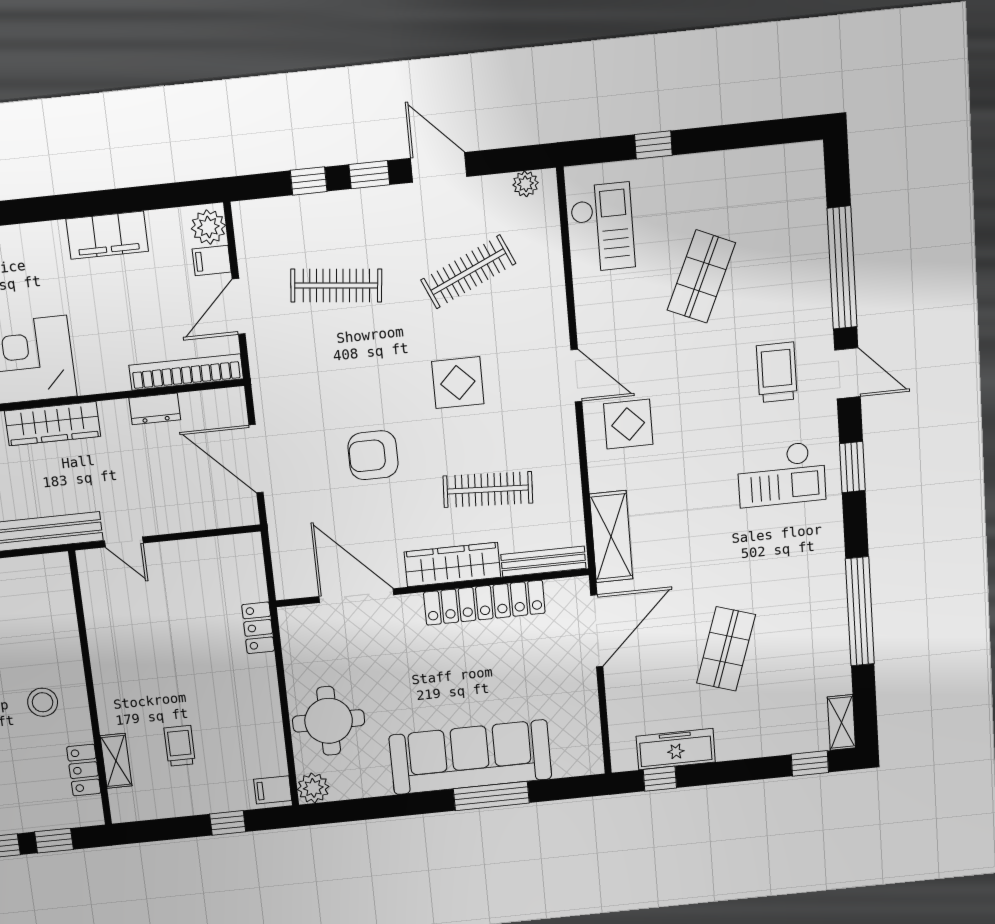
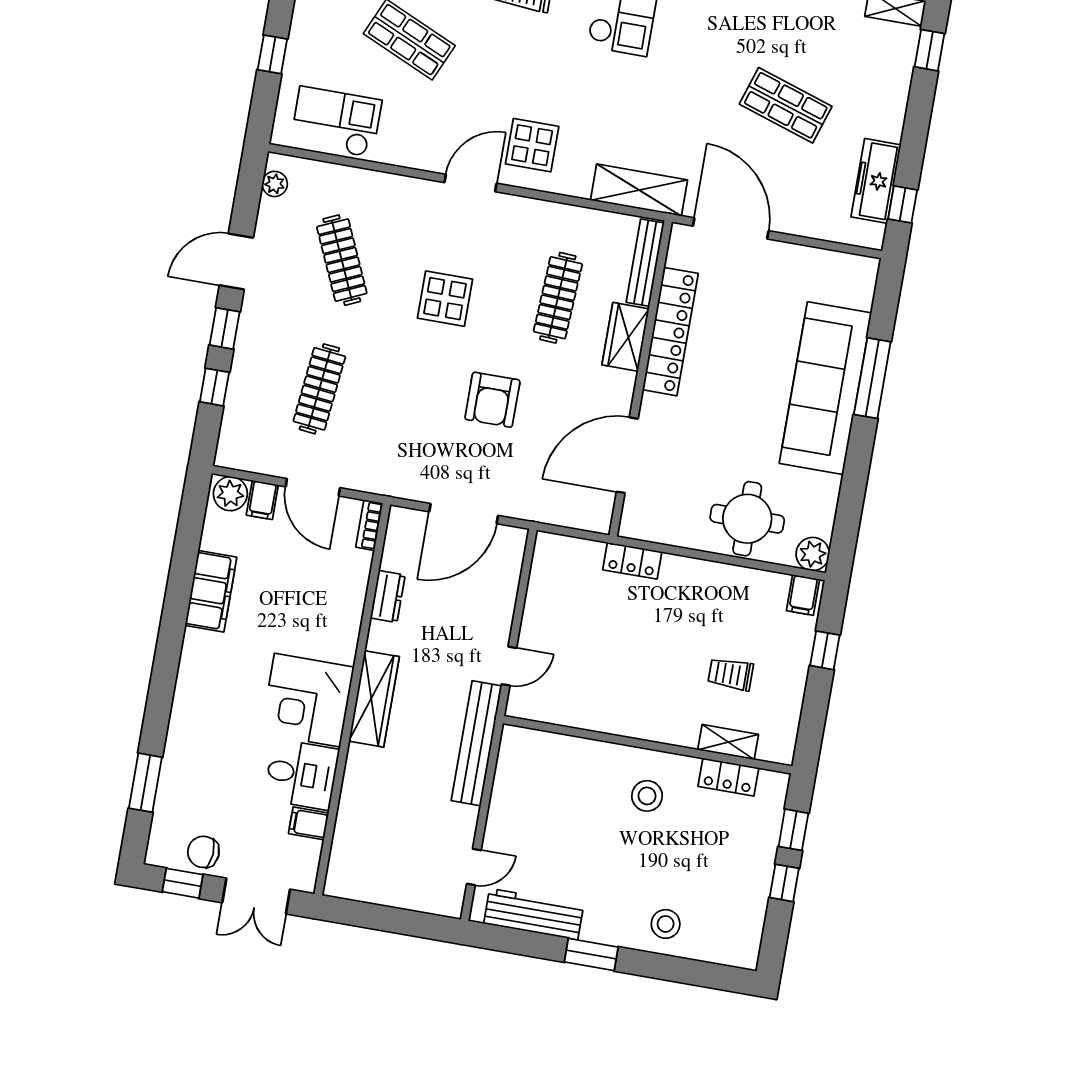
bookcase: (186, 372) -> (369, 525), width x0.43, depth x0.76
wardrobe: (452, 565) -> (626, 337), width x0.67

